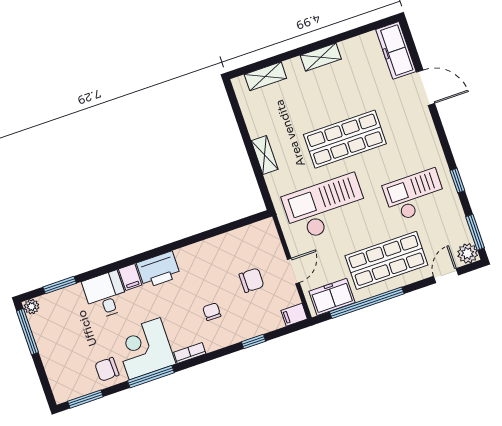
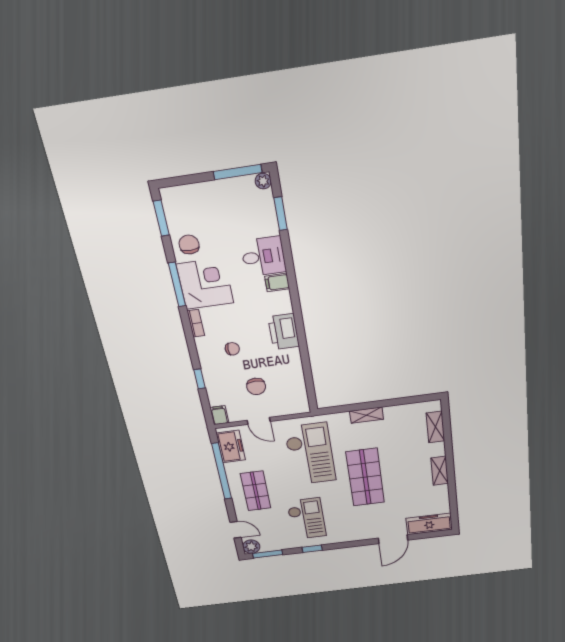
shop shelf: (386, 260) -> (256, 491), width x0.70, depth x0.74
printer: (158, 270) -> (284, 332), moved

